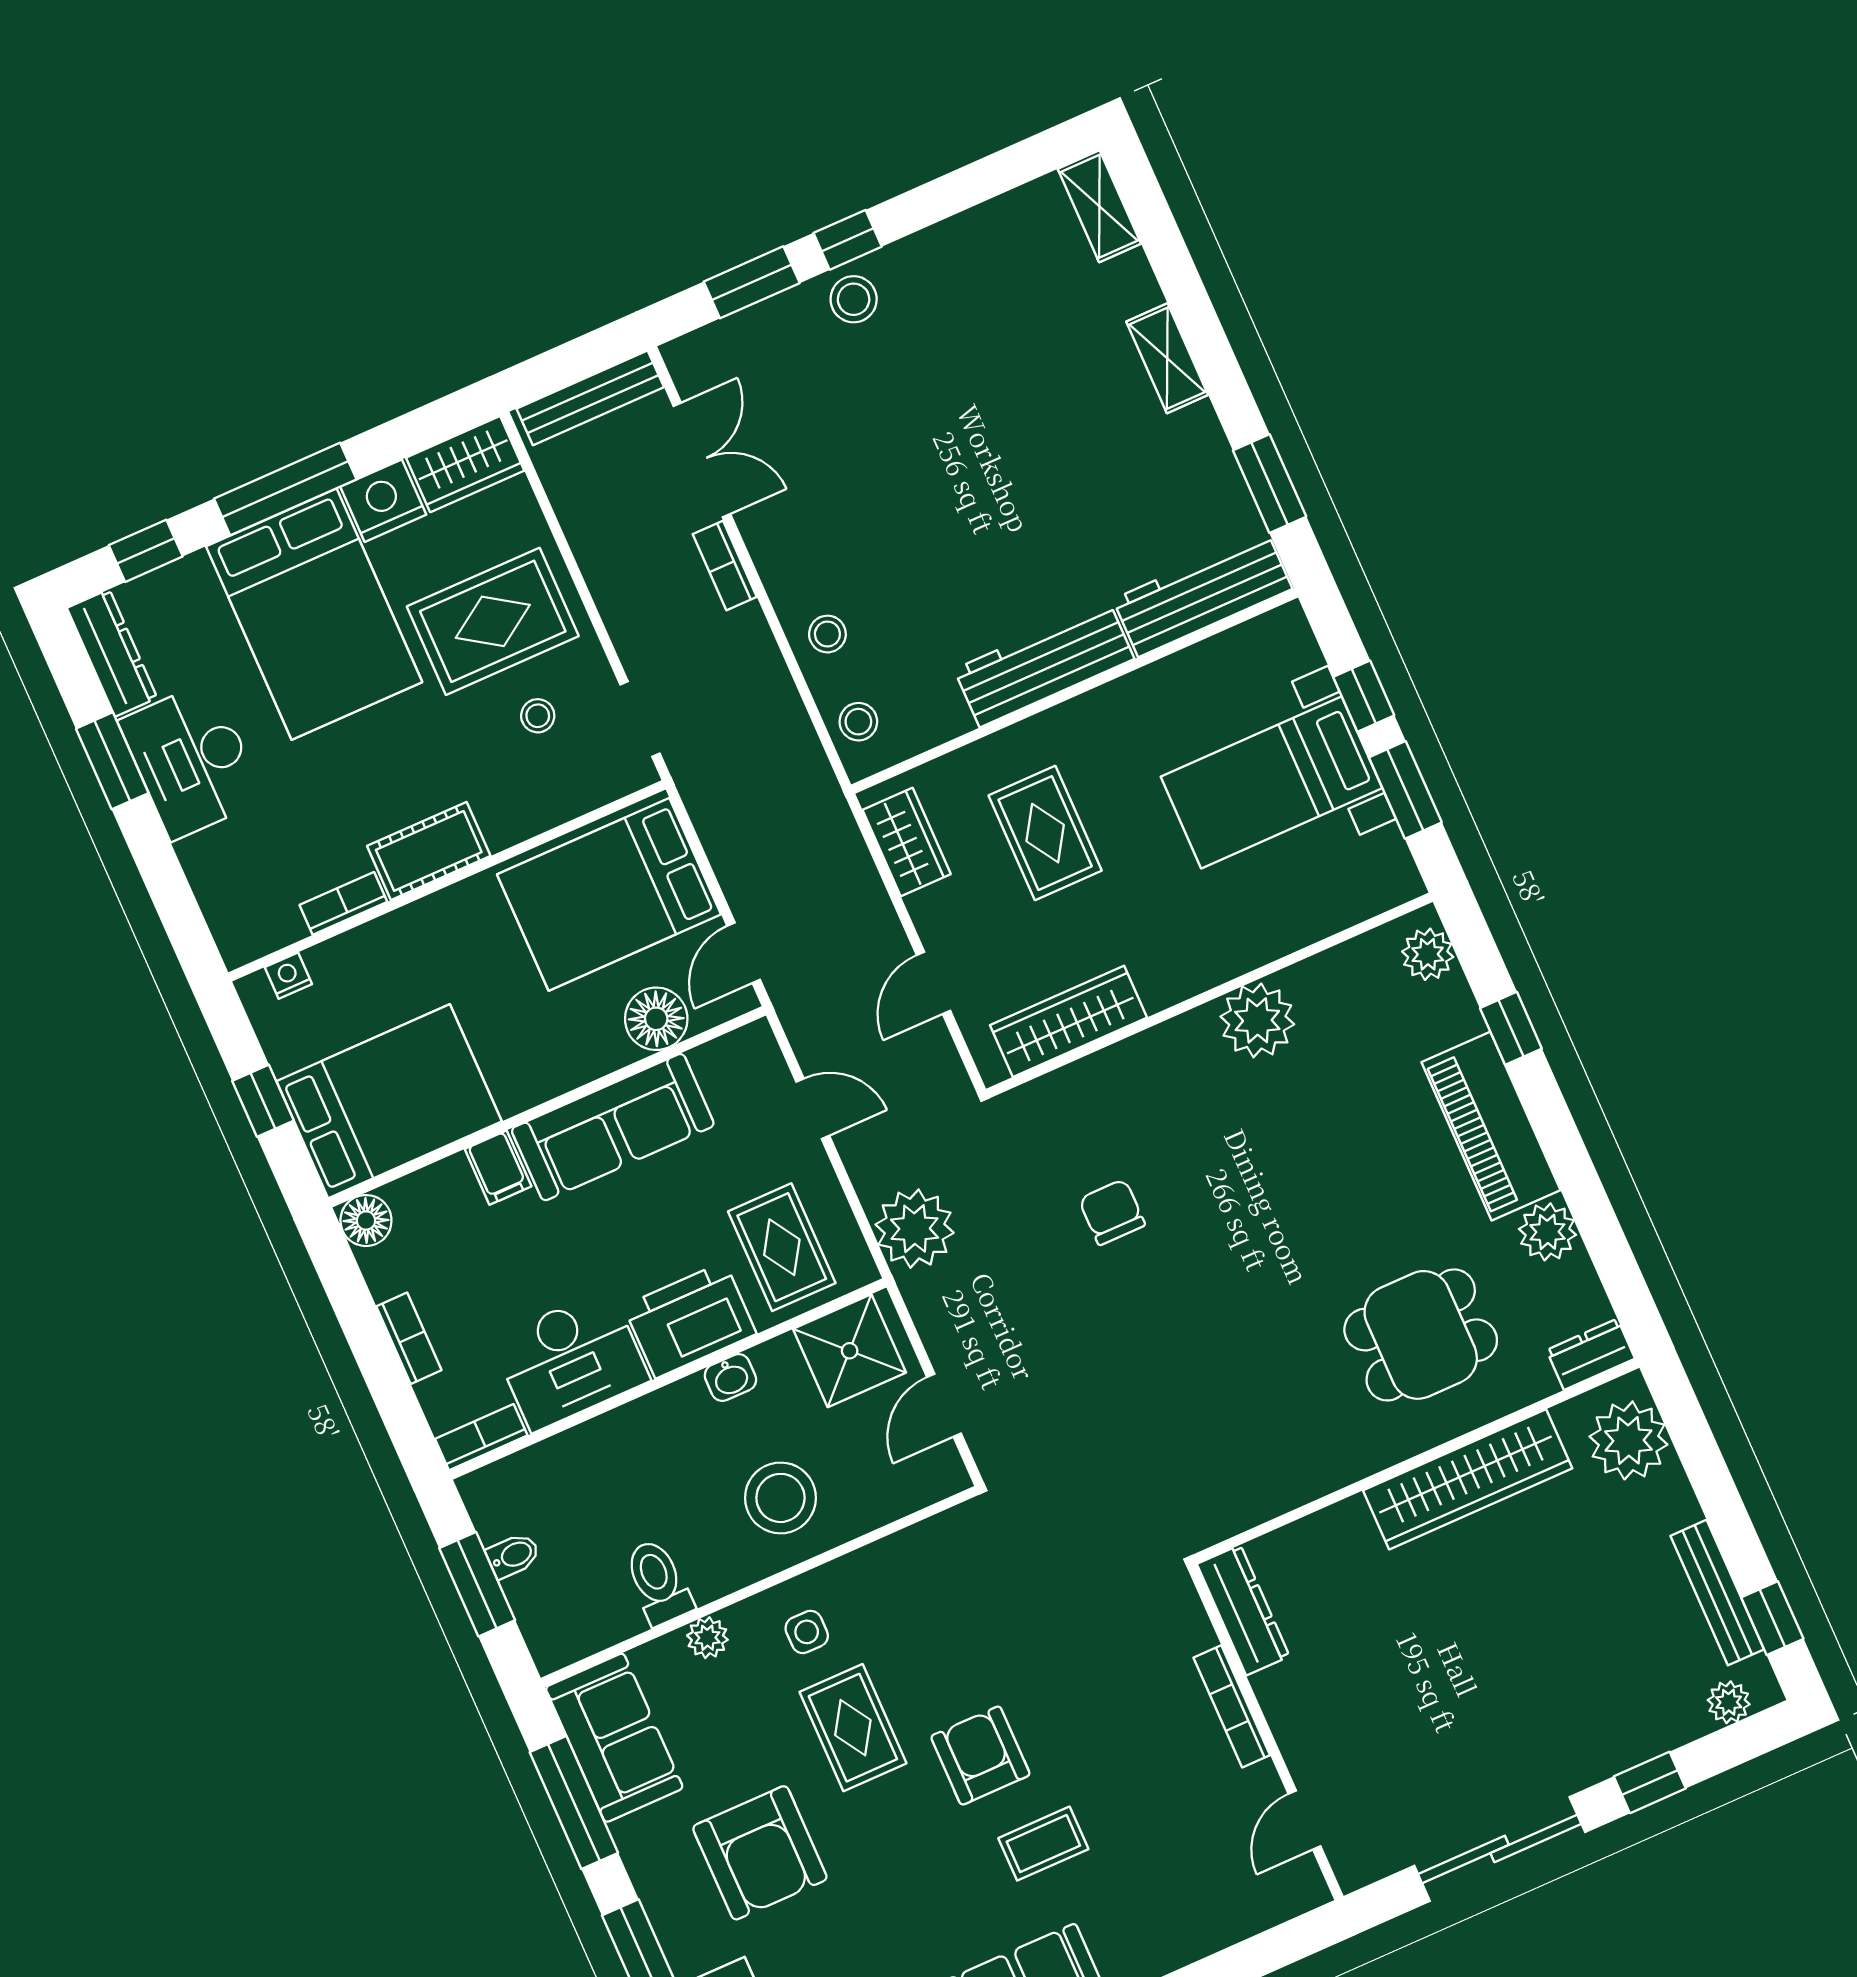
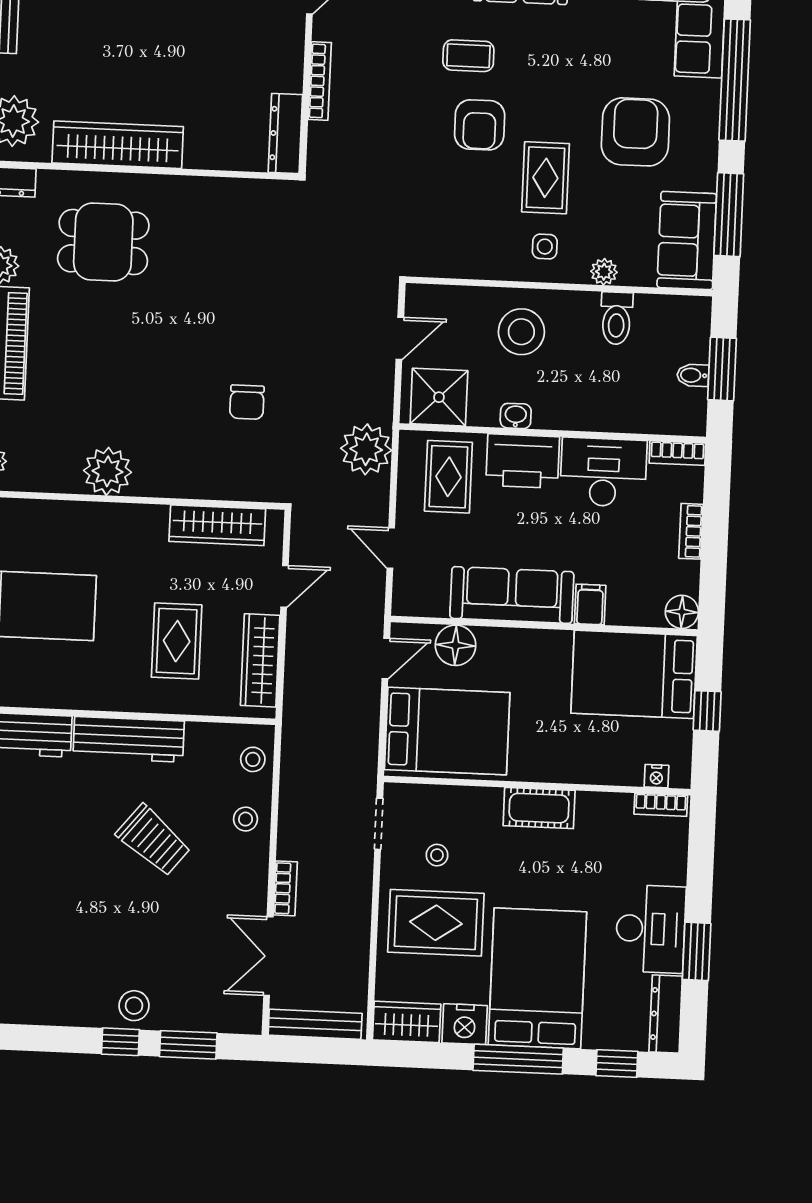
trolley: (940, 541) -> (154, 840), added
wardrobe: (907, 842) -> (260, 660), width x1.50
bookcase: (343, 903) -> (661, 805), moved

